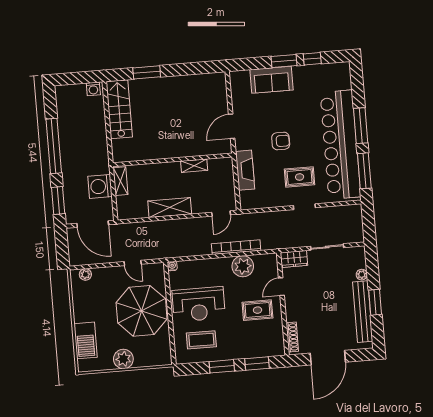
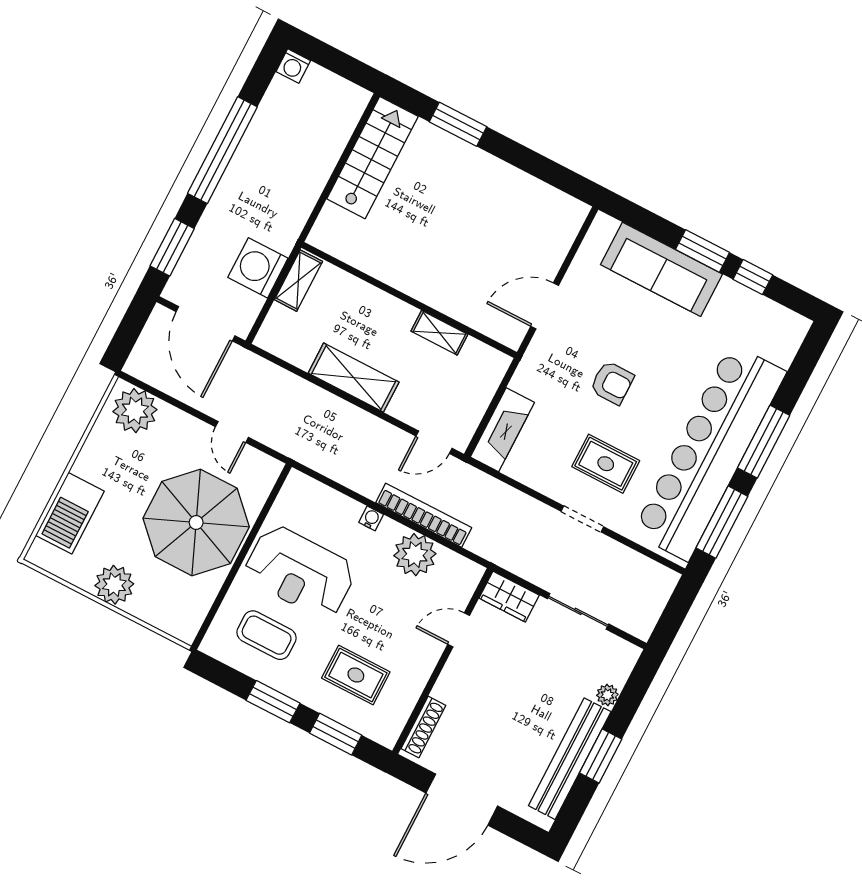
sofa: (271, 80) -> (661, 269), width x1.36
washing machine: (93, 89) -> (293, 66), moved
fireplace: (245, 170) -> (502, 430), moved
water cooler: (172, 266) -> (371, 518), moved
plant: (85, 274) -> (135, 411), width x1.88, depth x1.88
rug: (257, 310) -> (356, 675), moved

